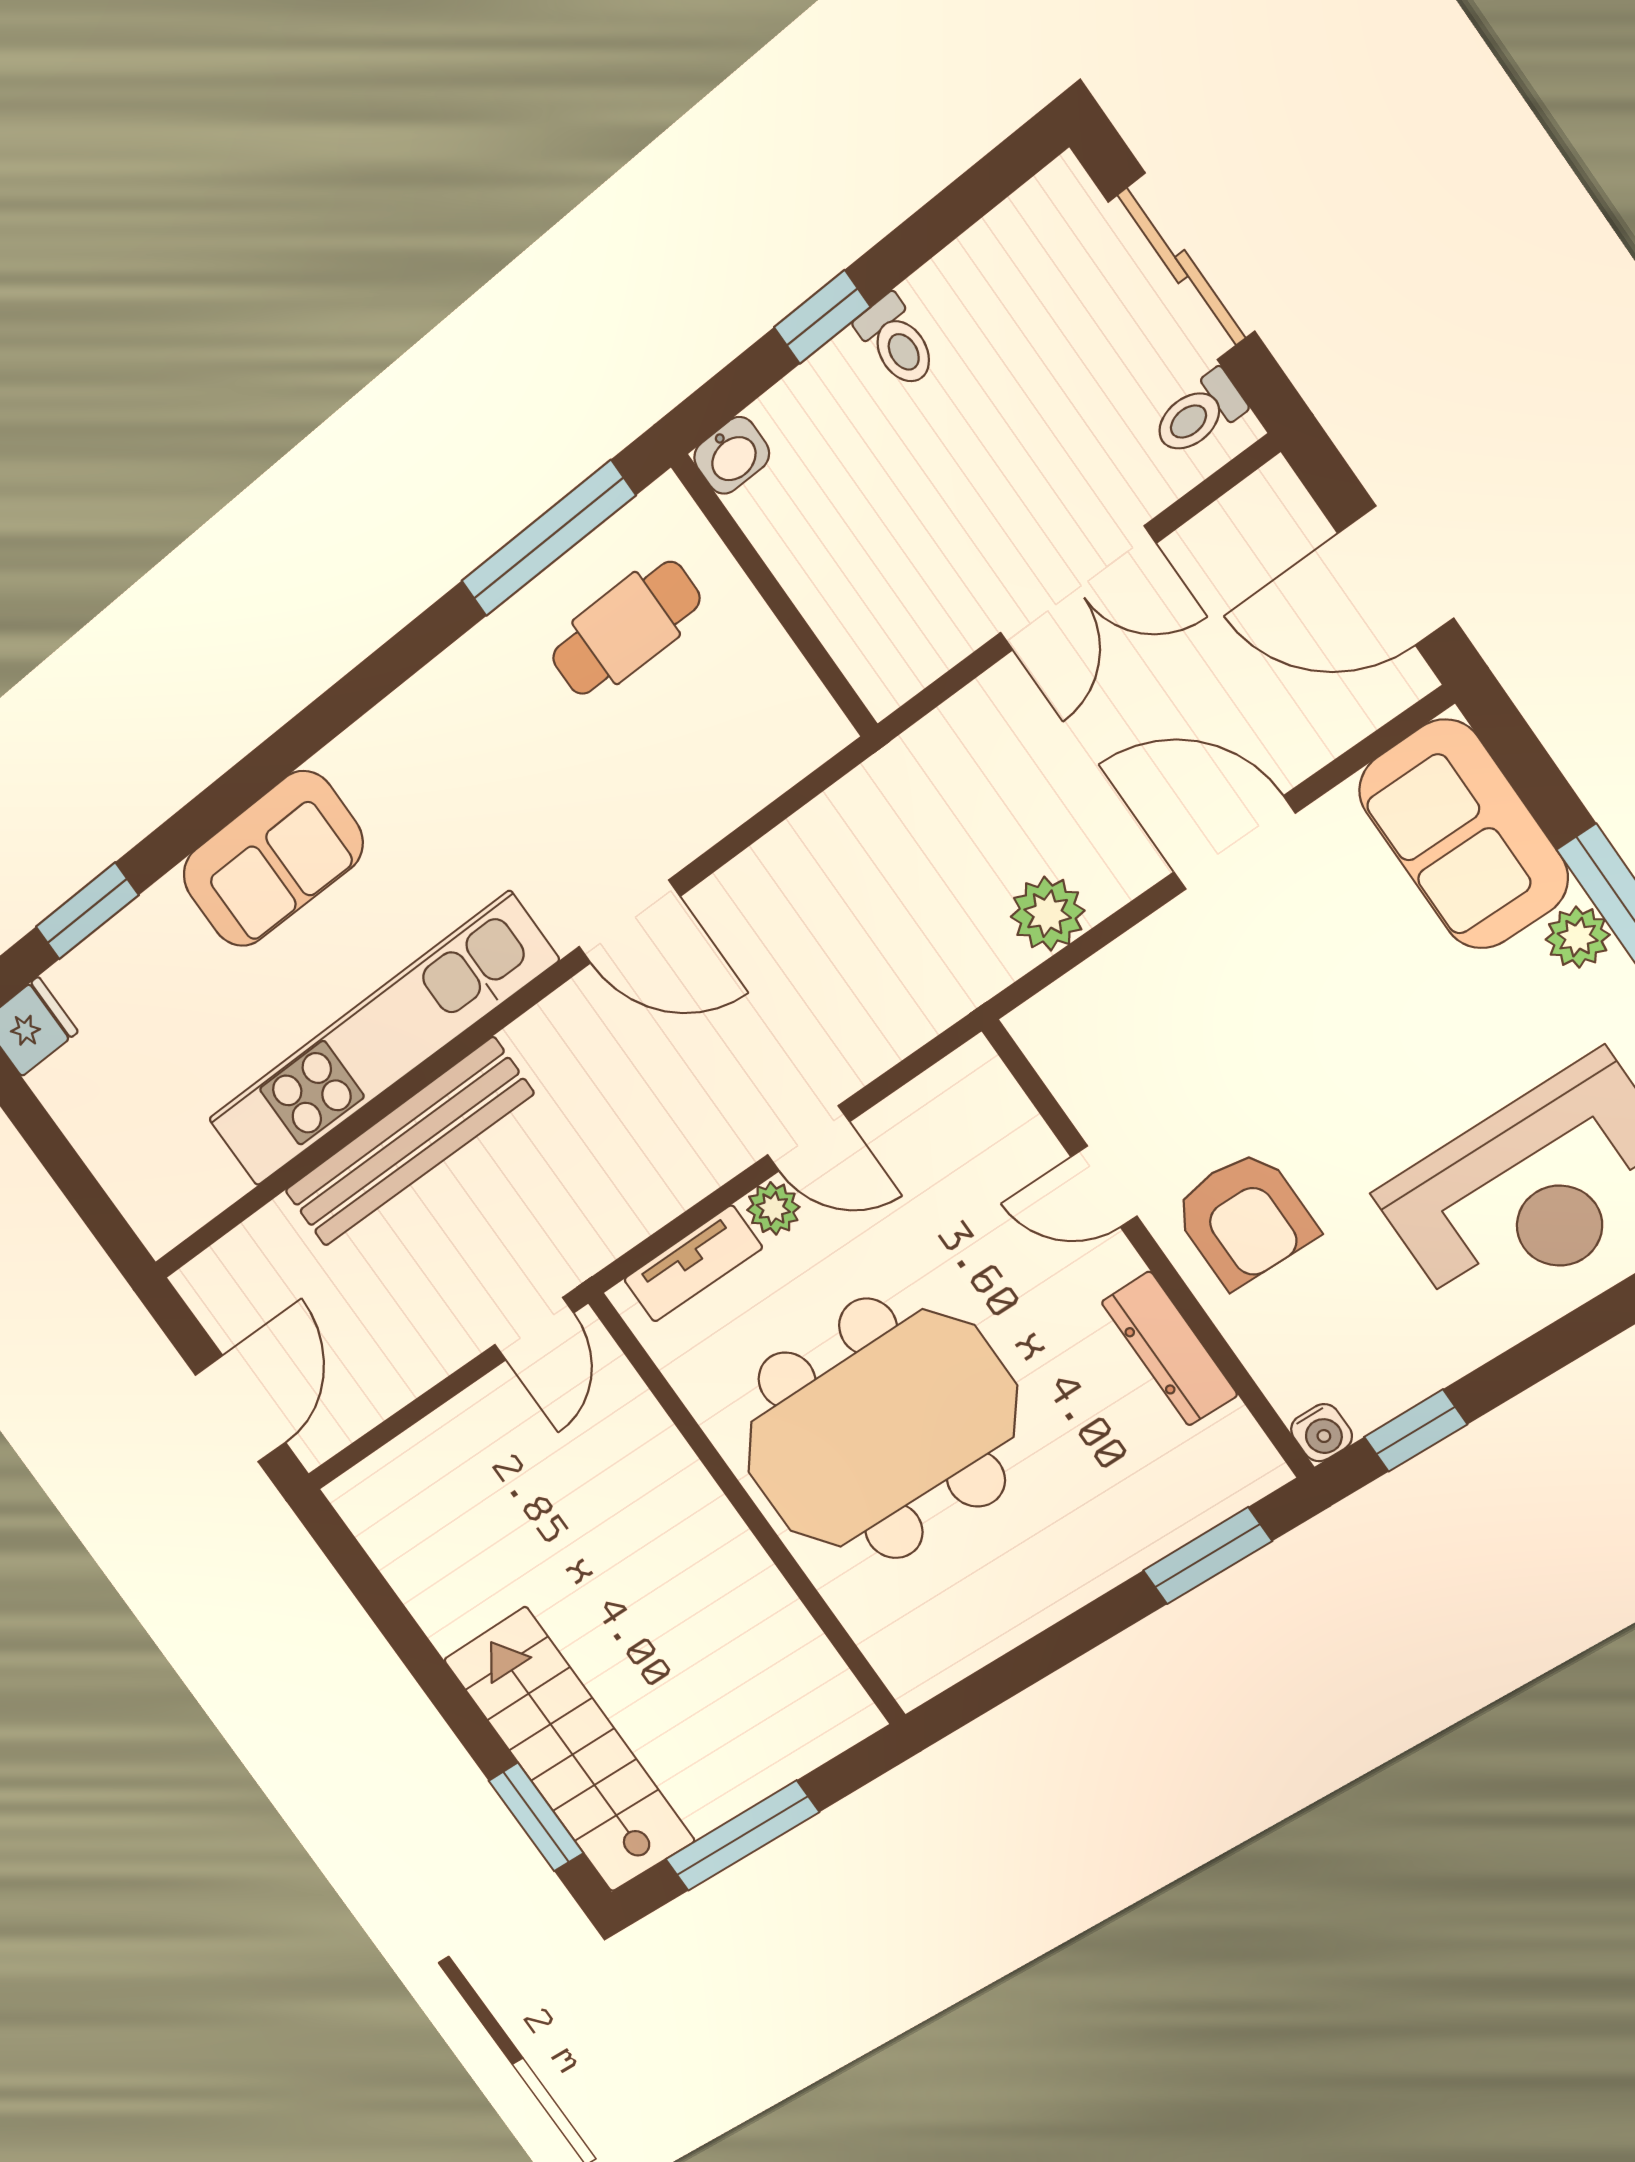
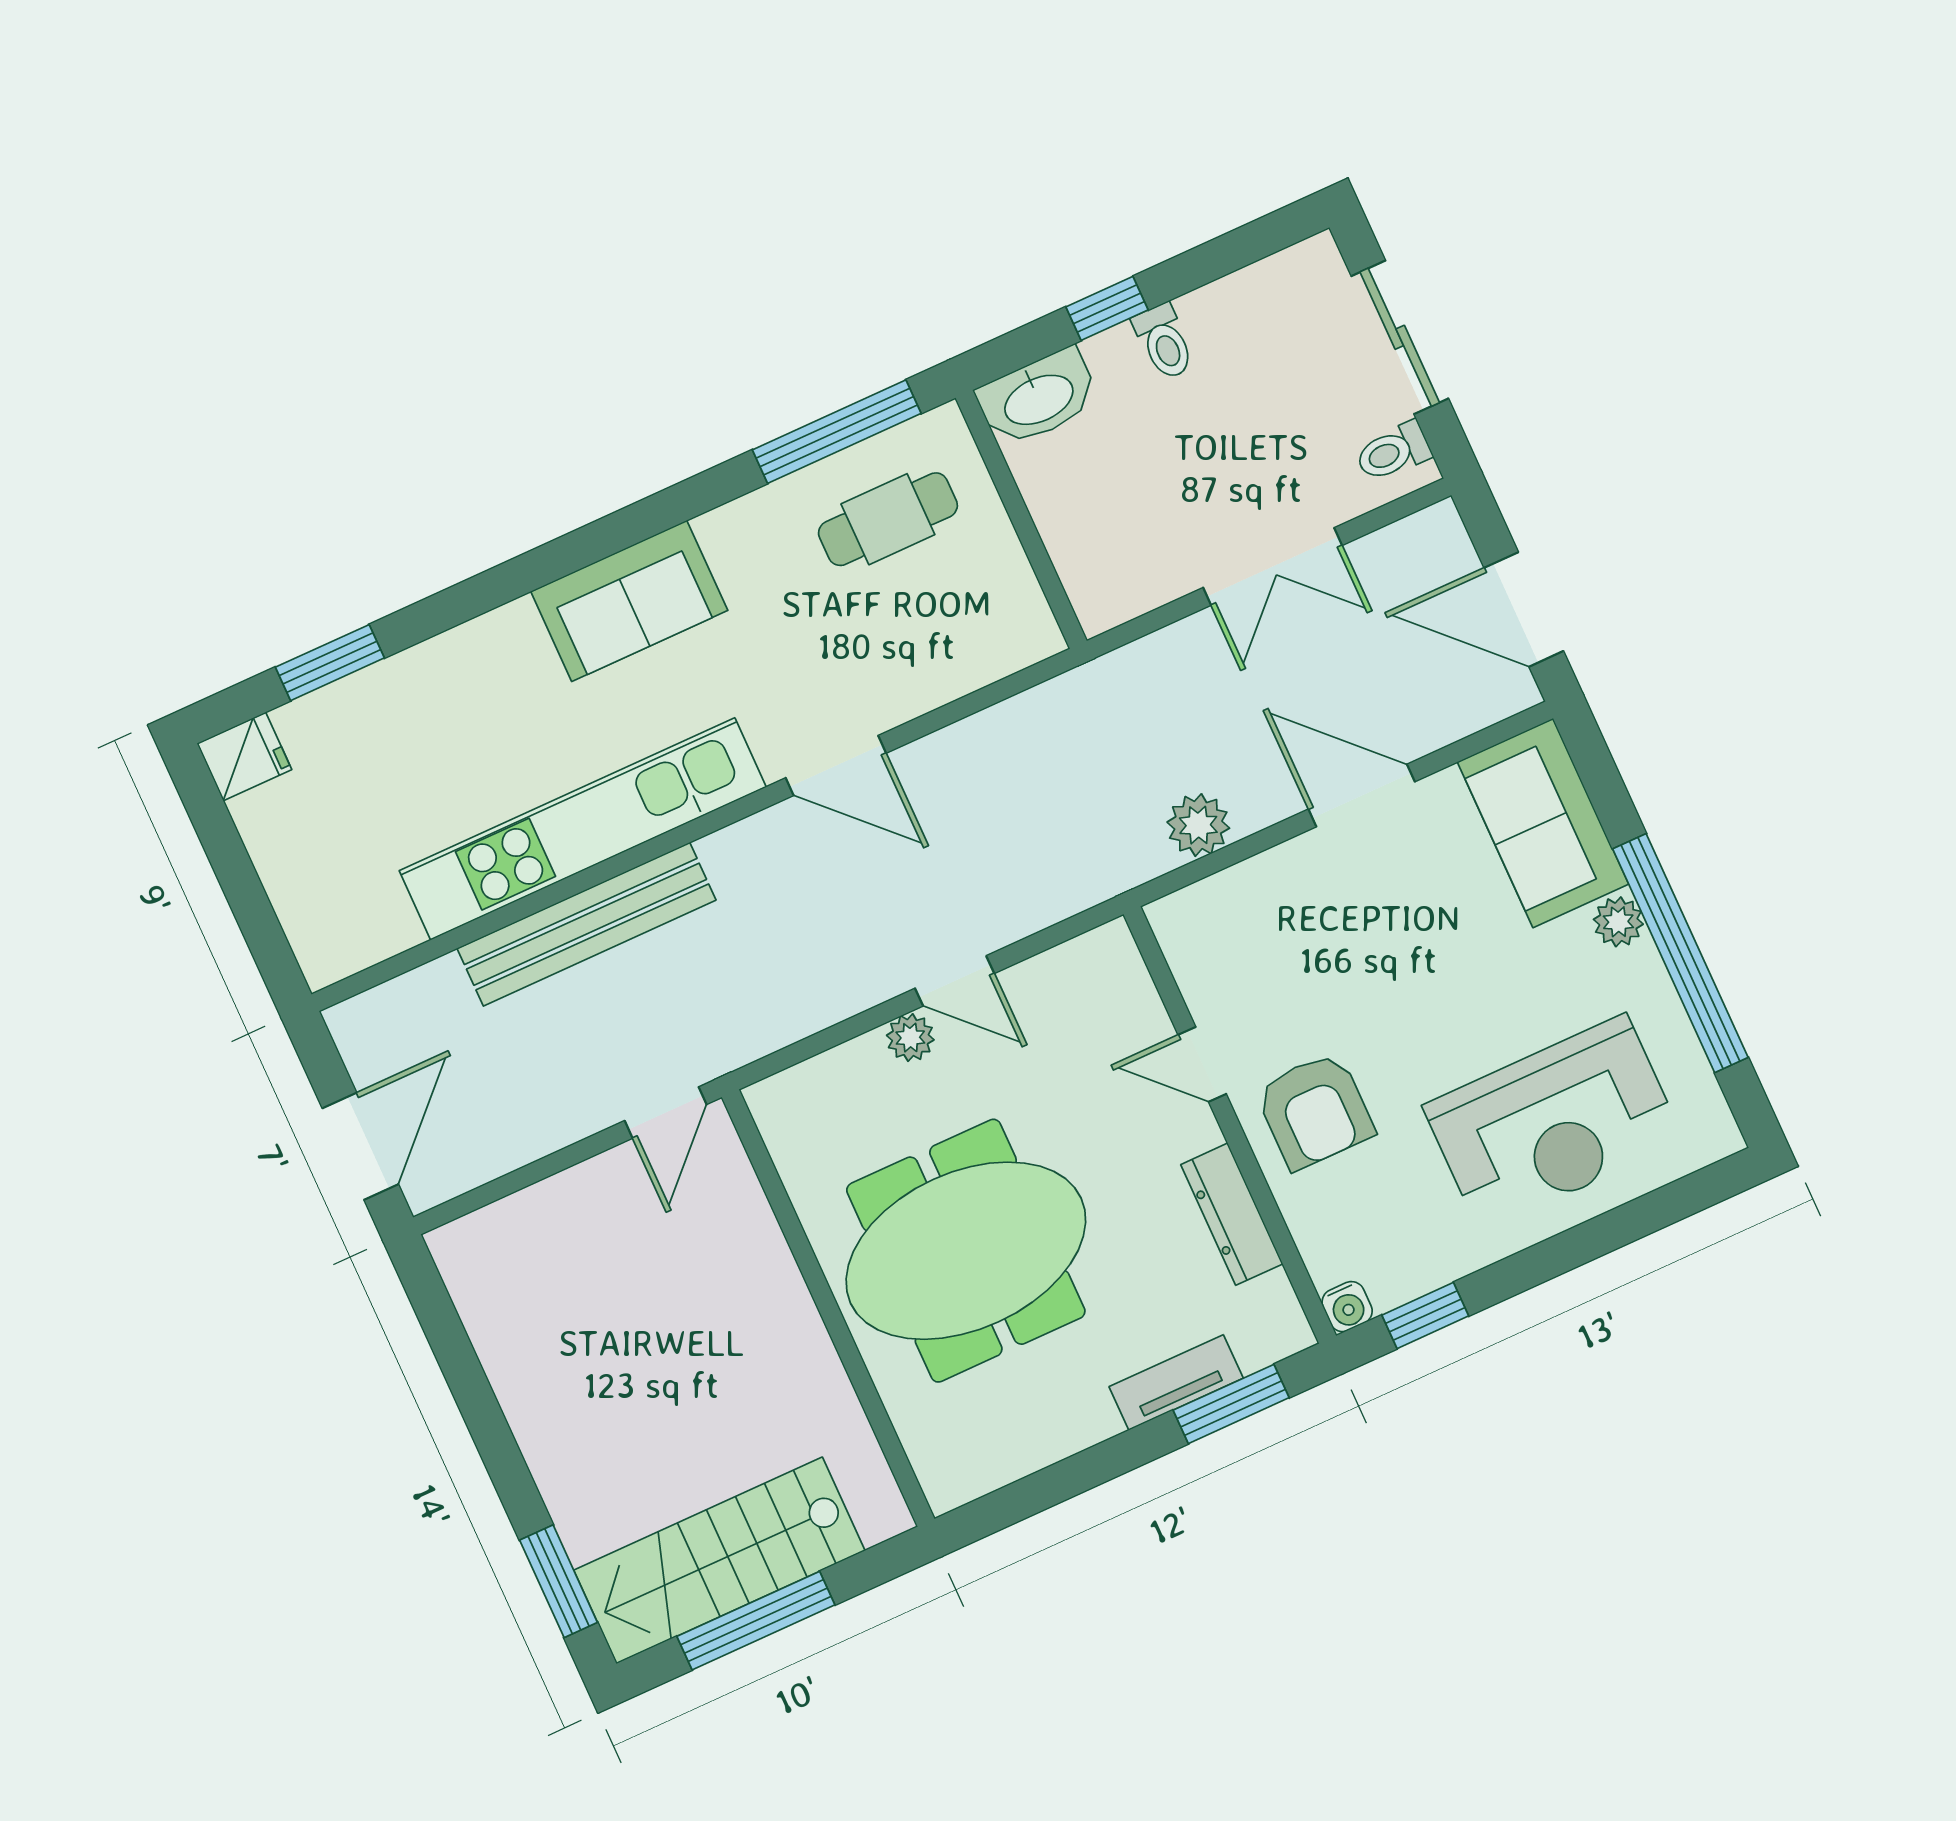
washbasin: (732, 455) -> (1038, 398), width x1.91, depth x1.45
sofa: (273, 859) -> (629, 601), moved
tv unit: (693, 1264) -> (1176, 1382), moved, turned 180
stairs: (569, 1750) -> (719, 1560), moved, turned -90

